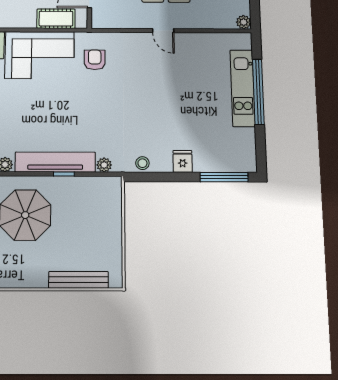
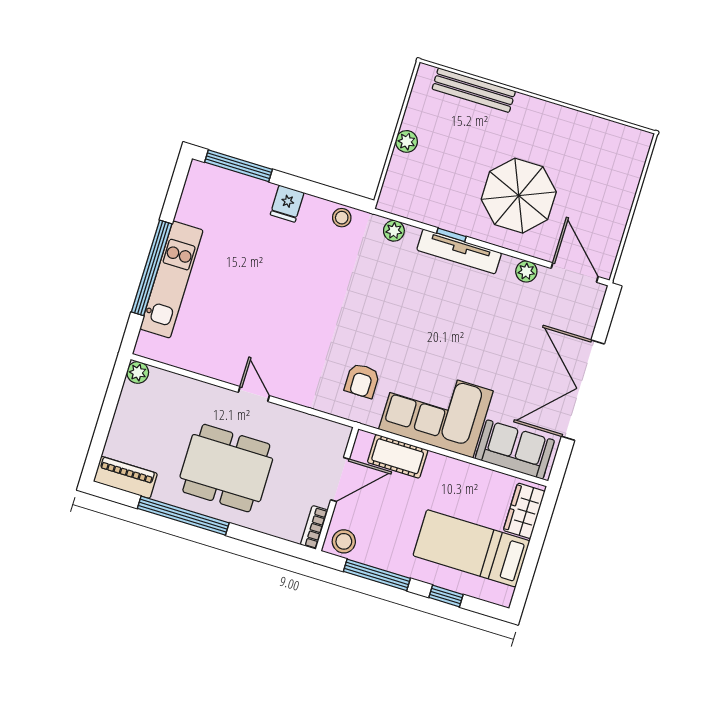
tv unit: (55, 162) -> (459, 251), width x0.73, depth x0.78
plant: (114, 229) -> (407, 141), added

